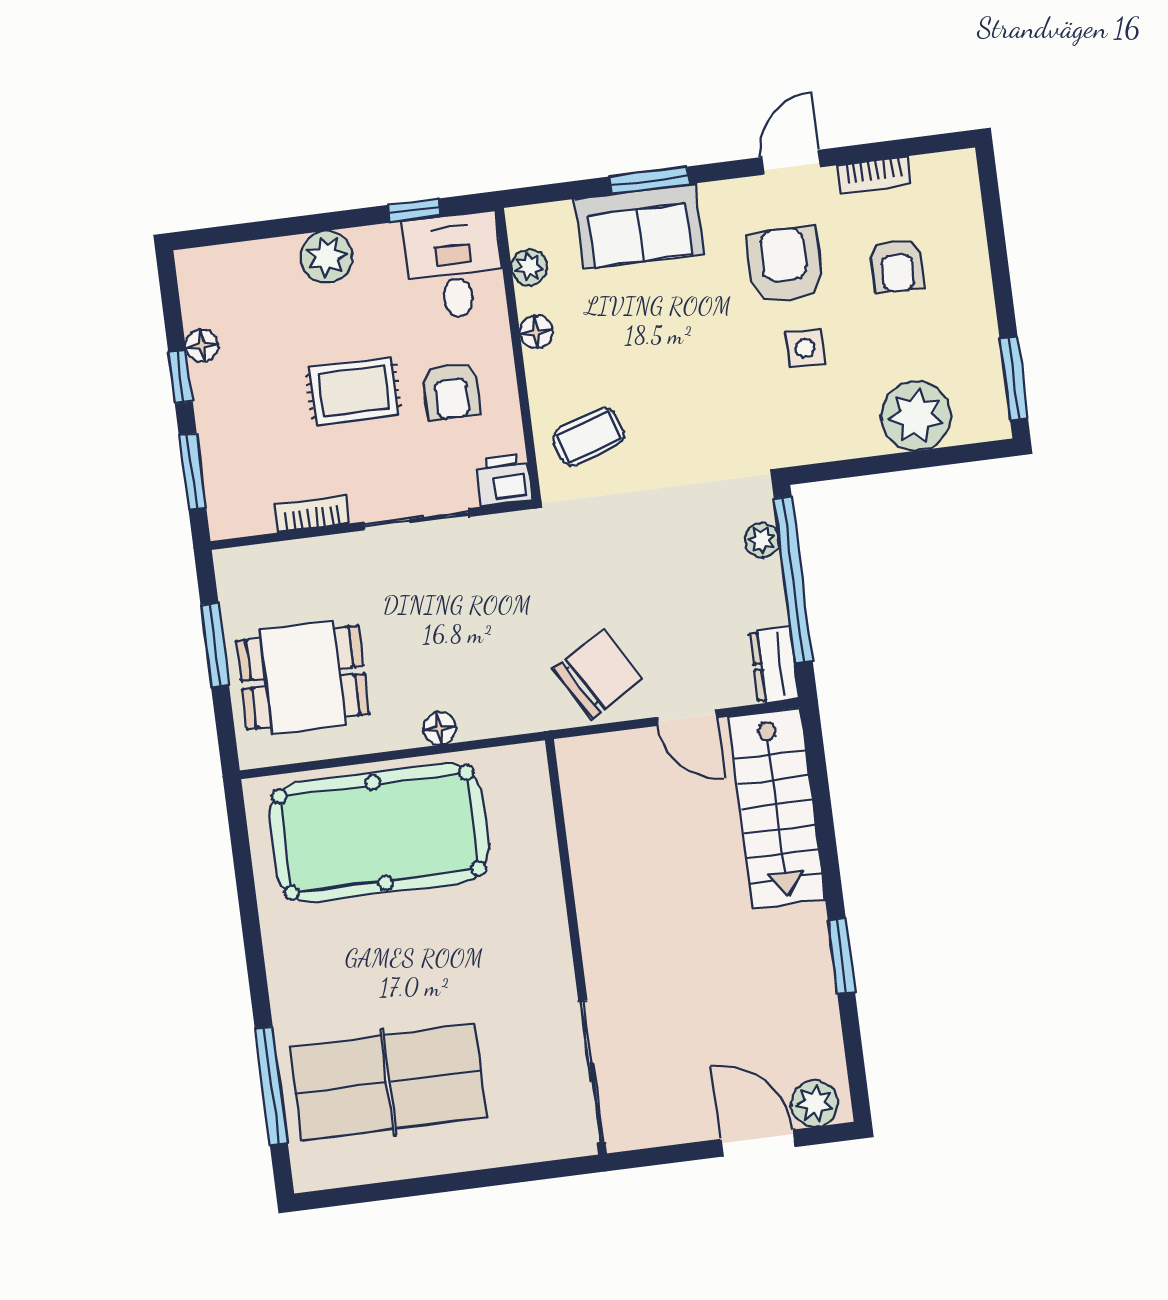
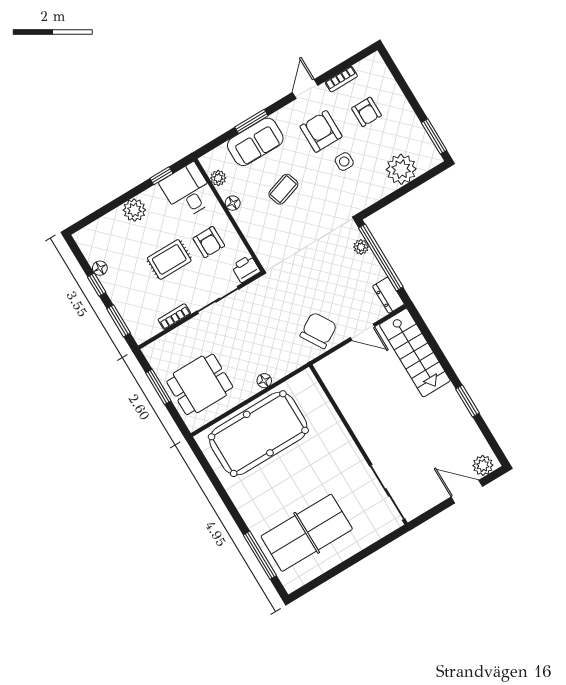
coffee table: (589, 437) -> (283, 189), moved

